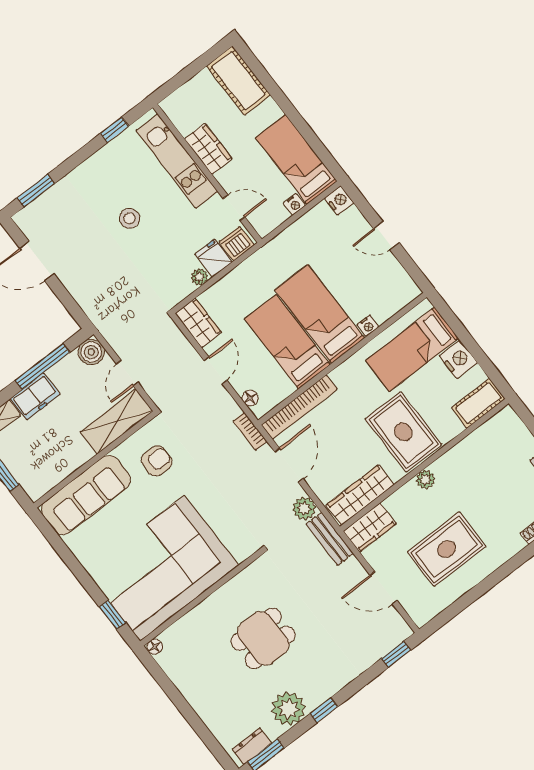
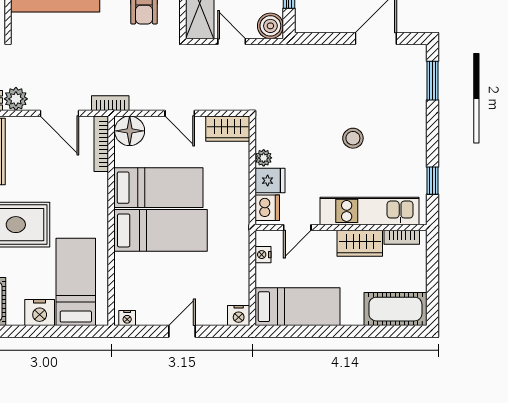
bookcase: (178, 119) -> (402, 237), added
nightstand: (294, 204) -> (263, 255), moved
nightstand: (368, 326) -> (127, 318), moved, turned -90
floor lamp: (250, 398) -> (130, 131), width x1.89, depth x1.89
bookcase: (299, 407) -> (101, 144), width x0.68, depth x0.76

